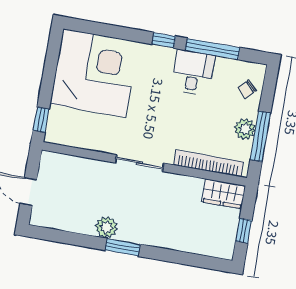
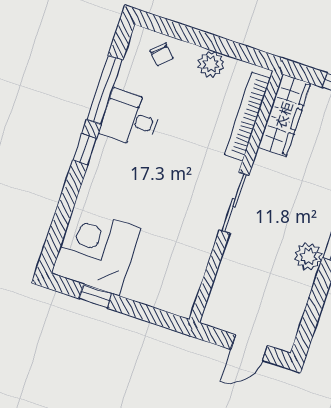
corner desk: (94, 73) -> (96, 251), width x0.74, depth x0.74
window: (41, 120) -> (96, 296), moved
window: (260, 136) -> (223, 46), removed
wardrobe: (224, 194) -> (284, 115), width x1.50

